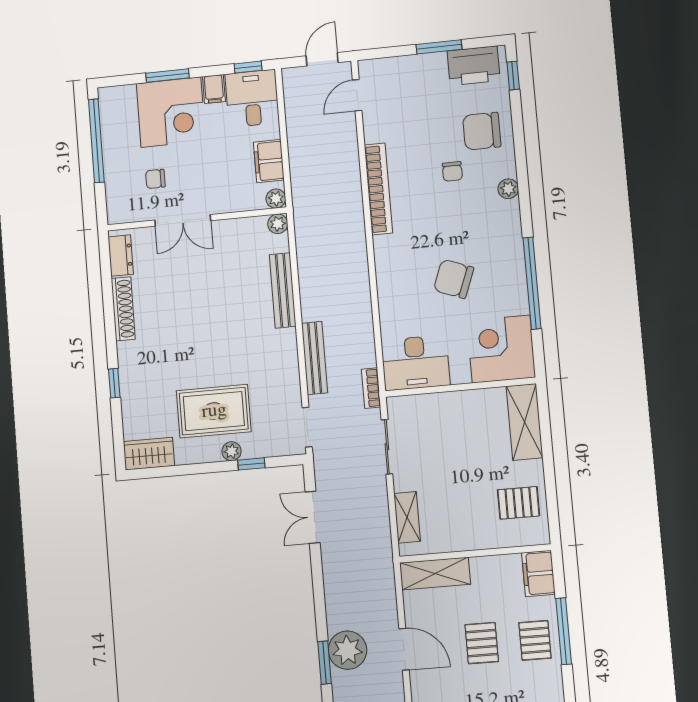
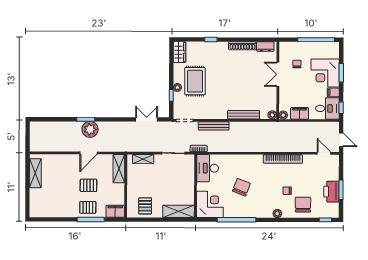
printer: (474, 66) -> (331, 192), moved

